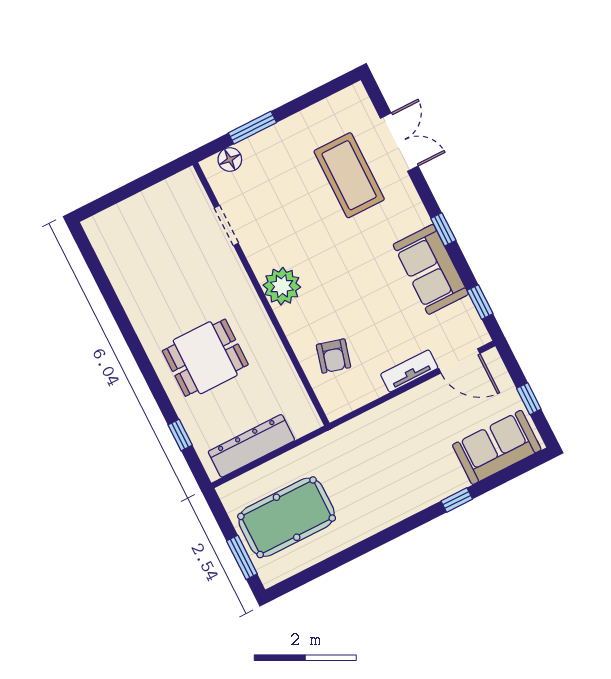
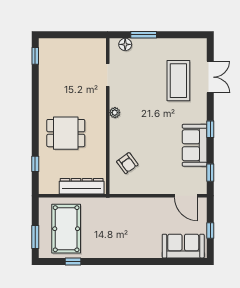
window: (89, 255) -> (35, 56), added
plant: (282, 286) -> (115, 113), width x0.53, depth x0.53
armchair: (333, 356) -> (127, 163), turned -51
tv unit: (409, 371) -> (160, 189), removed
dresser: (251, 446) -> (82, 186), moved
window: (457, 500) -> (73, 261), moved
pool table: (287, 517) -> (66, 229), turned 90

